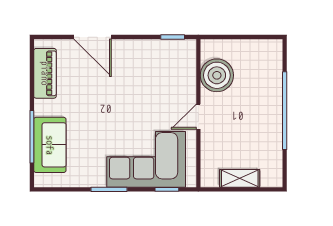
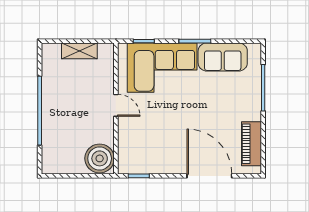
door: (93, 37) -> (209, 176), width x1.36
boiler: (217, 75) -> (100, 158), moved
door: (198, 117) -> (116, 105), hinge flipped
sofa: (50, 145) -> (223, 57), moved, turned -90

